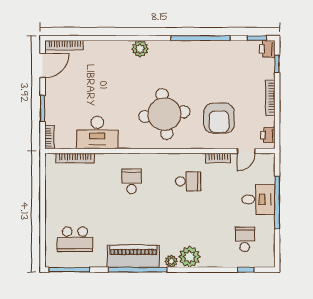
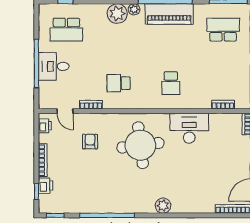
printer: (267, 49) -> (46, 186), moved
armchair: (219, 118) -> (90, 142), width x0.53, depth x0.53
desk: (97, 132) -> (189, 128), moved
door: (246, 151) -> (65, 111), swing flipped
bookcase: (75, 158) -> (223, 105), width x0.64
school desk: (245, 239) -> (66, 30), width x1.85

